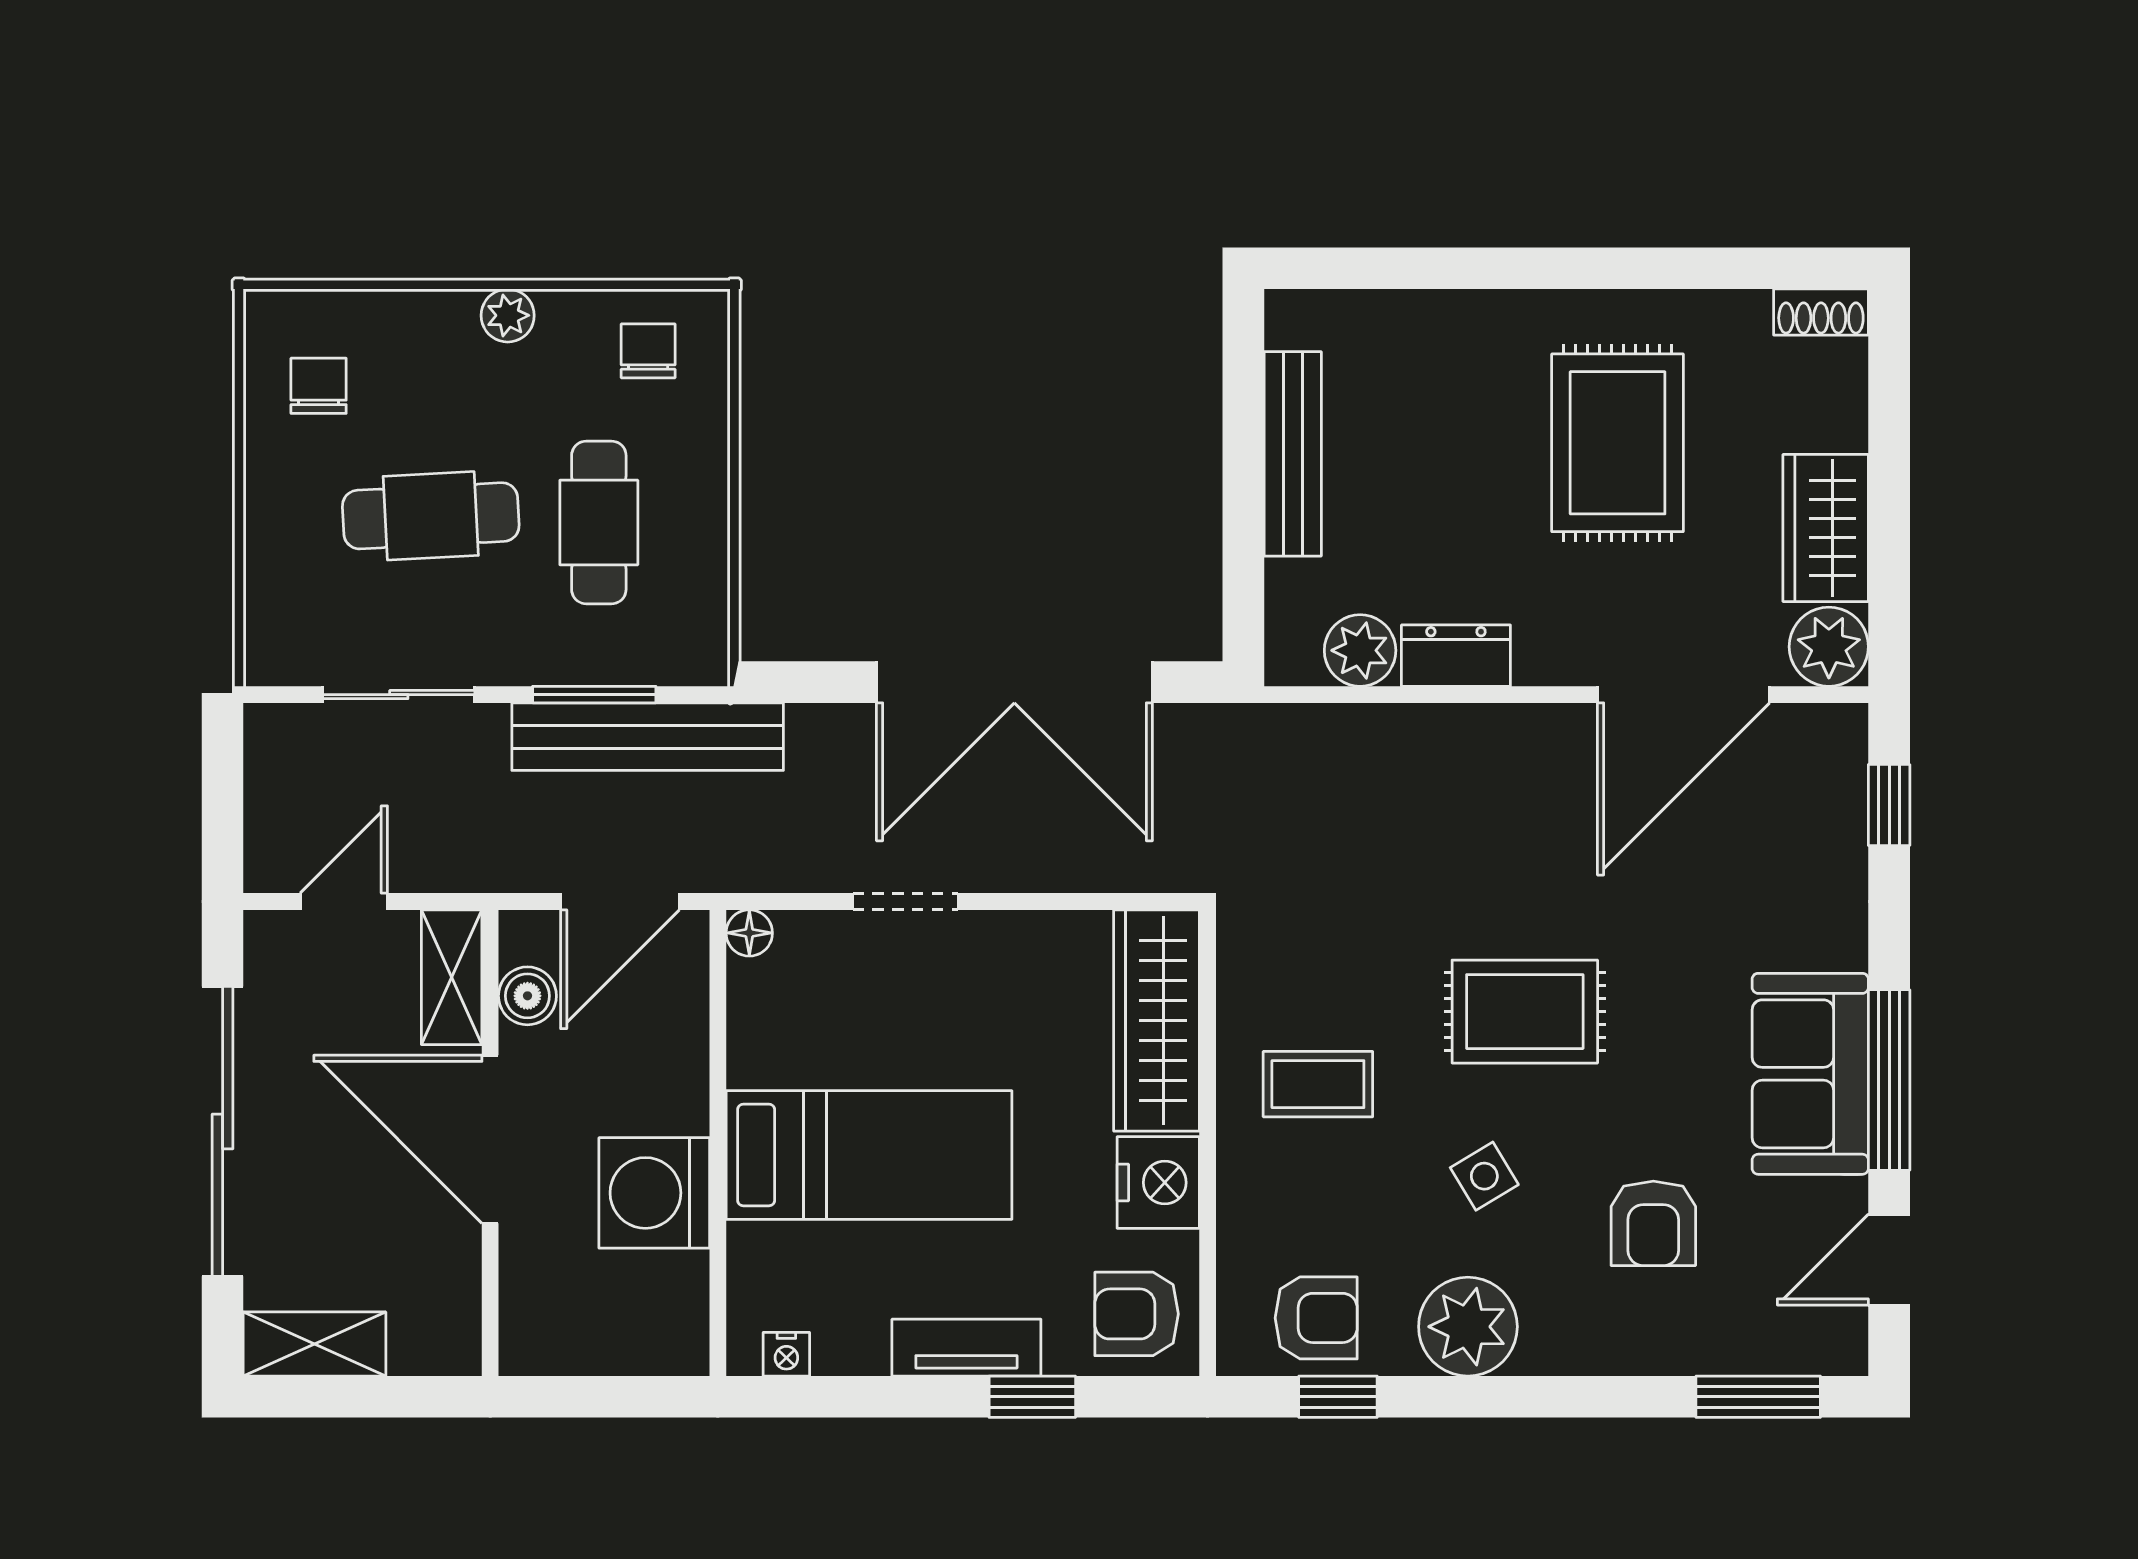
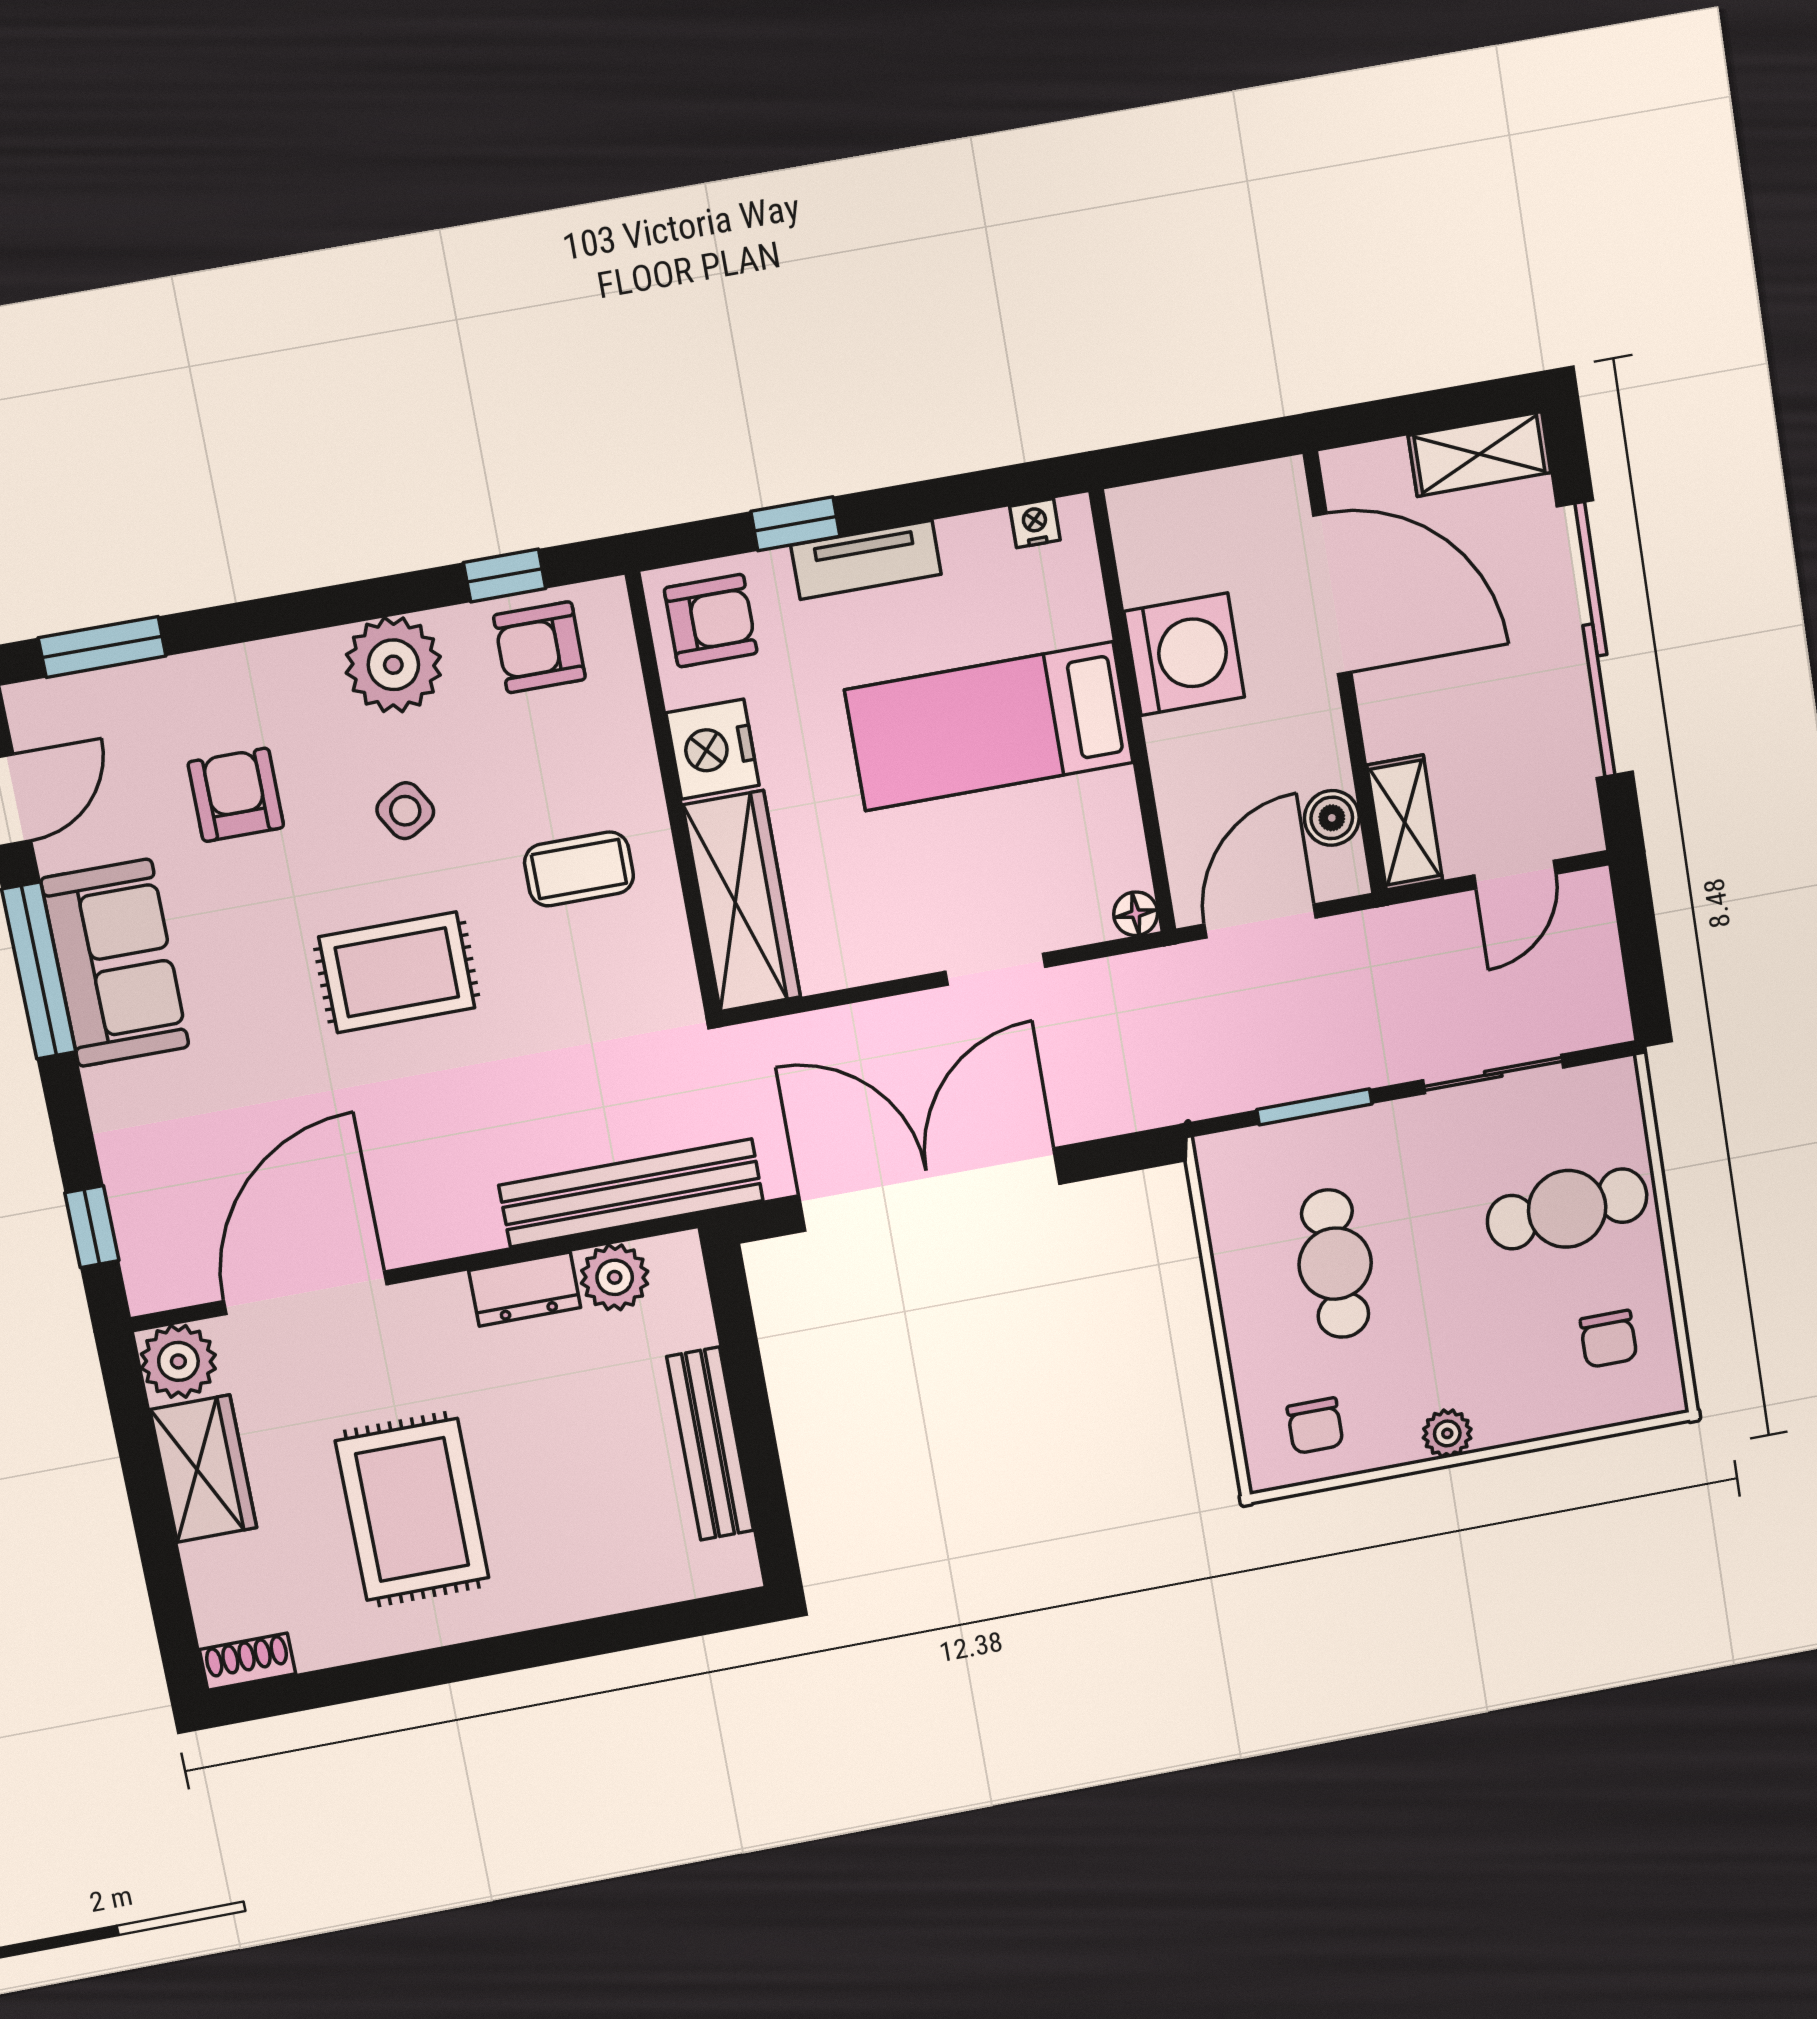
cafe table: (431, 516) -> (1567, 1209), moved
bench: (648, 737) -> (631, 1193), moved
door: (490, 1139) -> (1332, 594), moved

